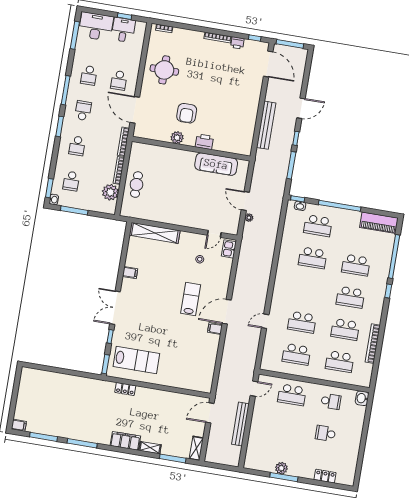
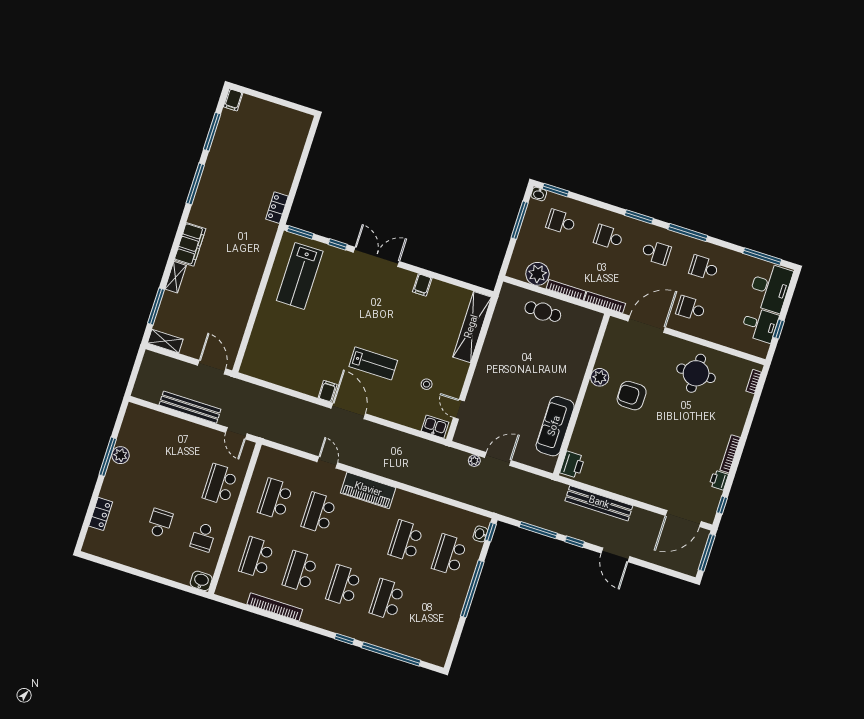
printer: (204, 142) -> (572, 465), moved
piano: (379, 223) -> (368, 490), moved, turned -90
locker: (125, 389) -> (277, 208), moved

